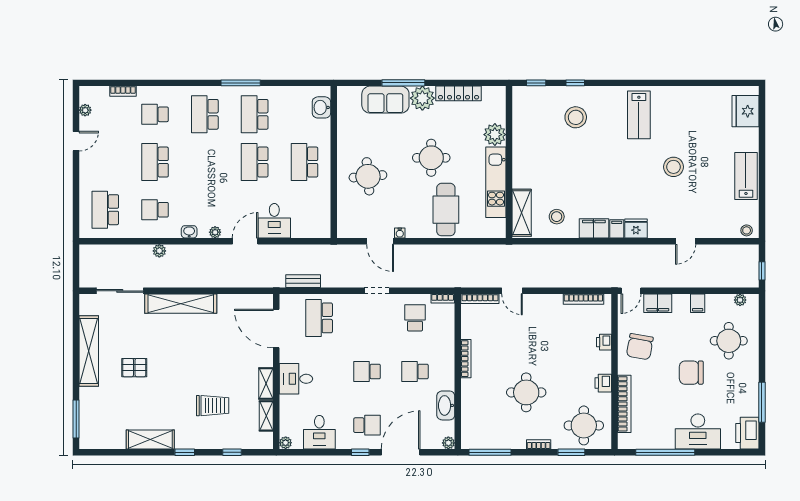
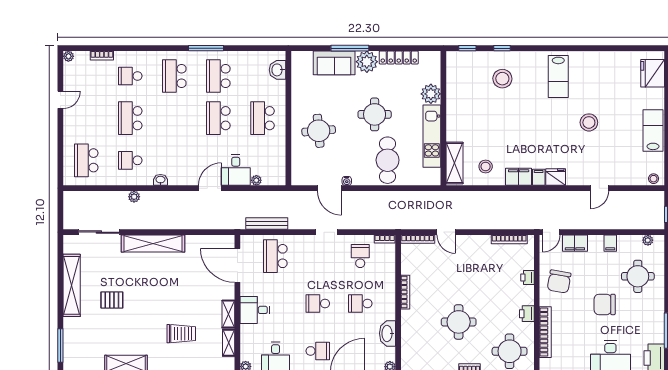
plant: (85, 110) -> (68, 56), moved
plant: (215, 232) -> (256, 180), moved
bench: (303, 281) -> (267, 224), width x1.36

